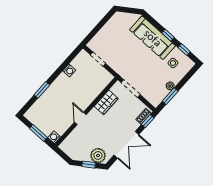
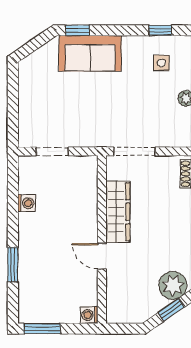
window: (168, 35) -> (78, 30), moved
sofa: (153, 38) -> (90, 53), width x0.73
wardrobe: (106, 102) -> (118, 212), width x1.50
window: (38, 133) -> (42, 329), moved

